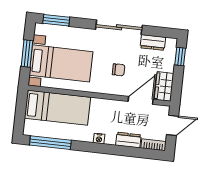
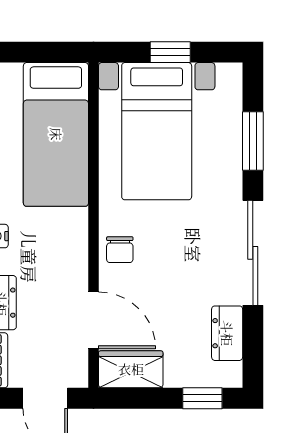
window: (56, 20) -> (253, 141), moved
window: (27, 54) -> (170, 52), width x0.67
chair: (119, 70) -> (120, 250), moved

